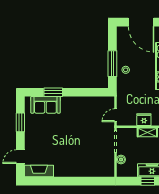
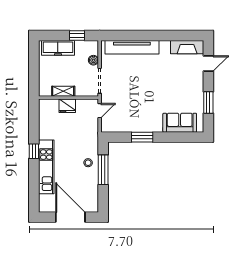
window: (53, 92) -> (142, 137), moved
tv unit: (87, 171) -> (132, 47), added
window: (148, 181) -> (77, 35), moved

